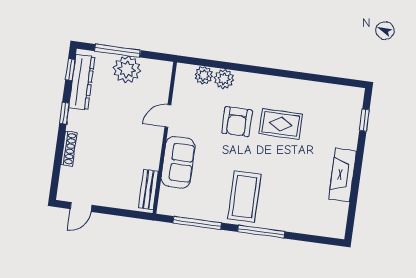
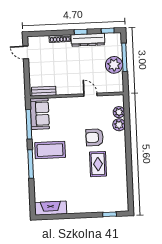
dresser: (82, 82) -> (88, 40), moved
sofa: (178, 162) -> (40, 114), moved, turned -90
fireplace: (343, 175) -> (51, 208), moved

